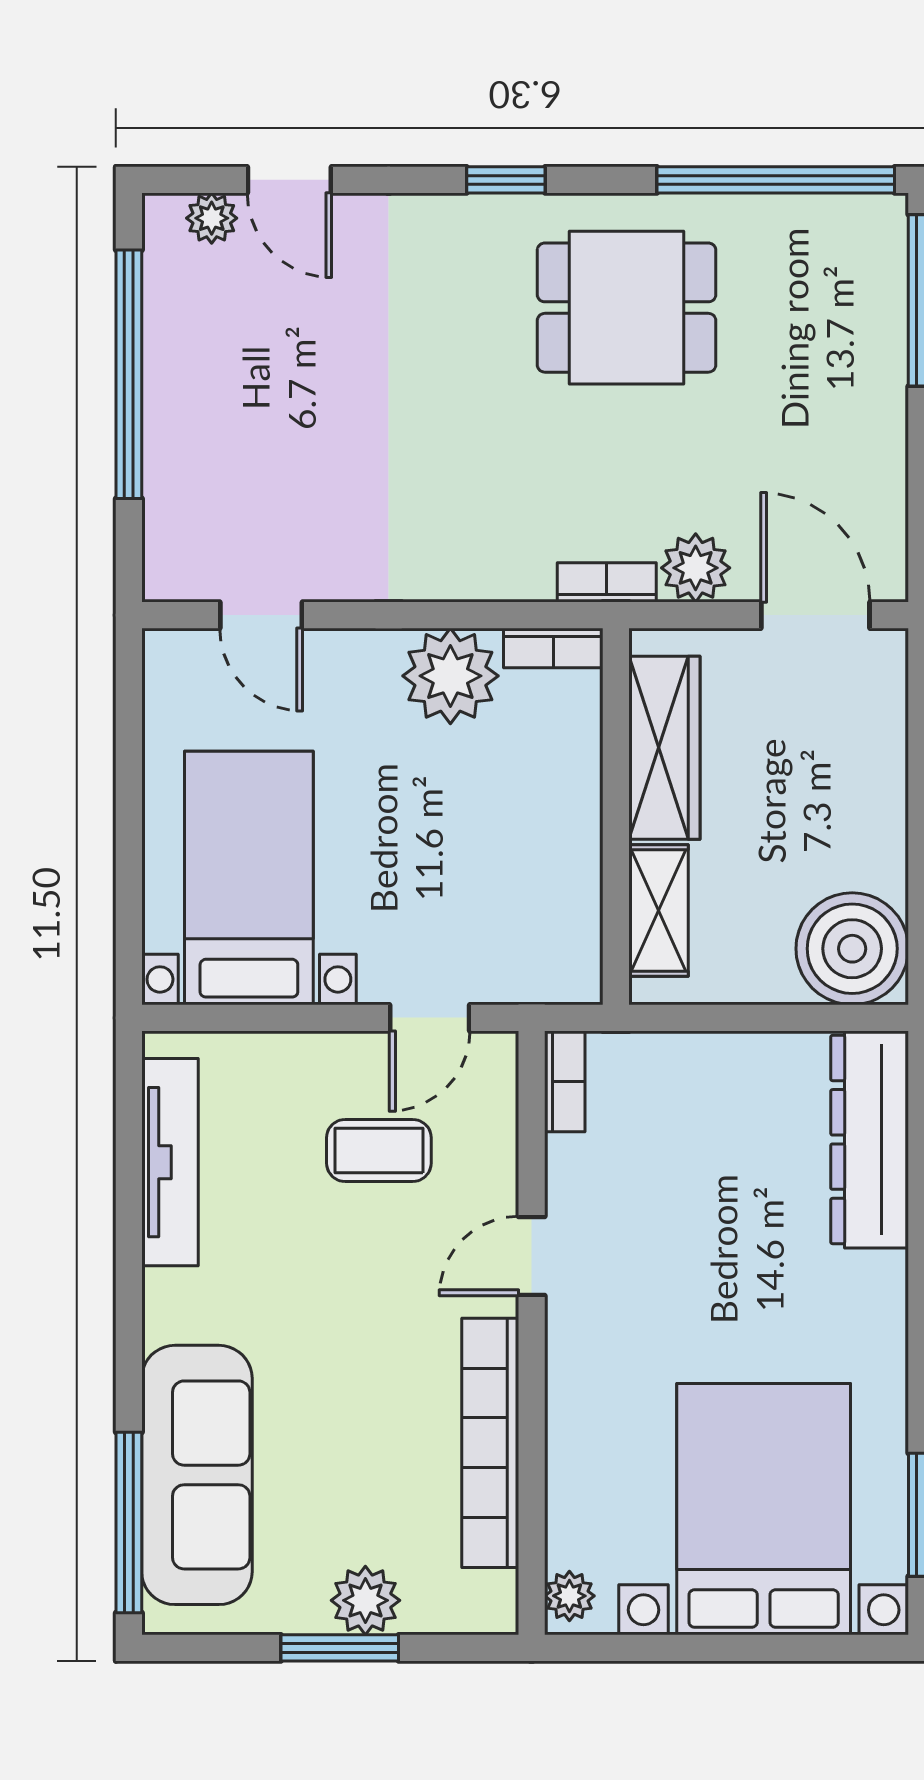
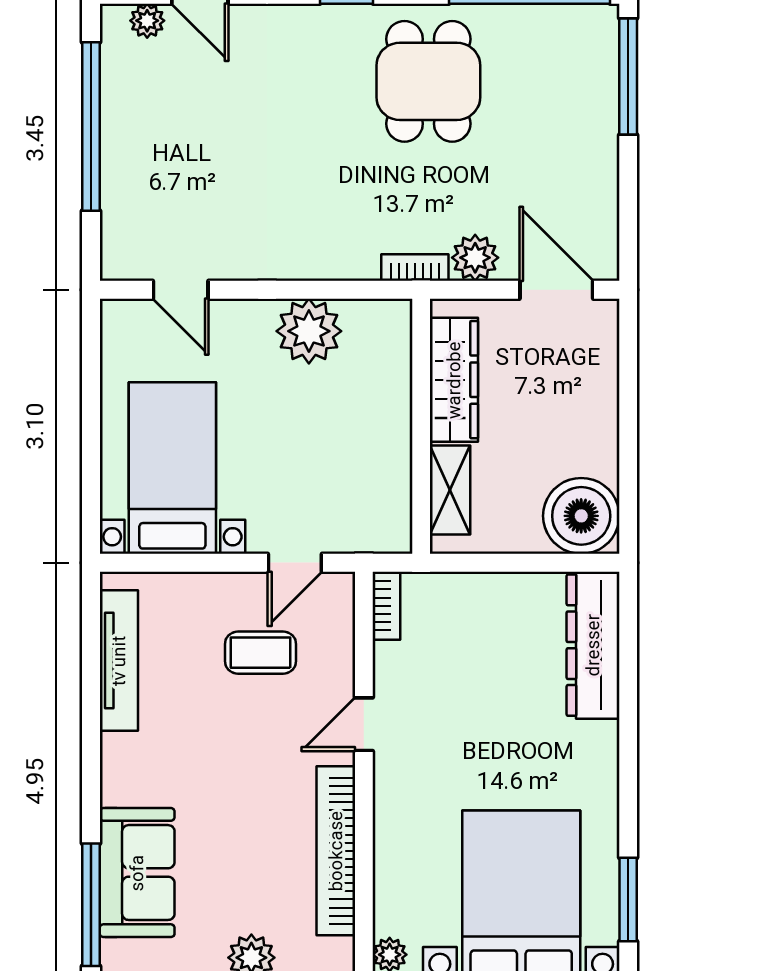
dining table: (627, 308) -> (428, 81), turned 90
bookcase: (553, 648) -> (379, 312), removed
sofa: (197, 1475) -> (137, 873), width x0.73

